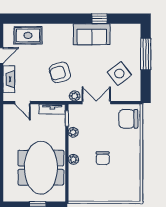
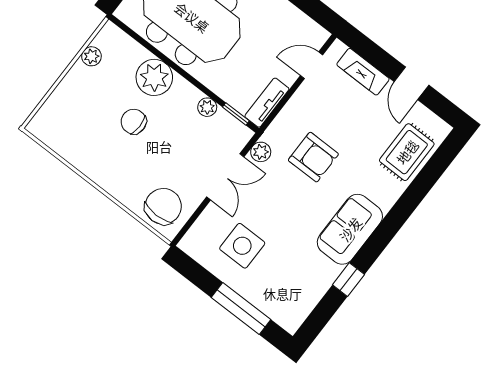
sofa: (92, 34) -> (350, 229), moved
armchair: (60, 72) -> (313, 157), turned 106
side table: (119, 74) -> (242, 246), turned 38
plant: (73, 159) -> (154, 77), width x1.87, depth x1.87
plant: (89, 196) -> (91, 56), added

